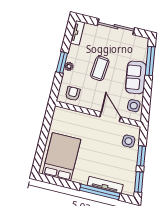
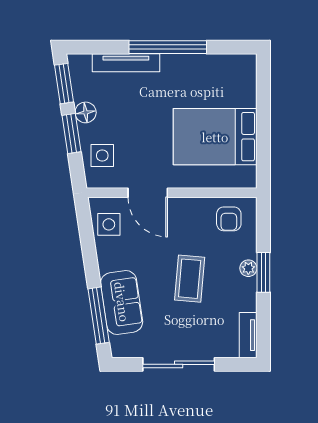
sofa: (136, 77) -> (122, 302), moved
bed: (62, 157) -> (215, 137), moved, turned 90
floor lamp: (132, 165) -> (86, 112), added
window: (100, 192) -> (168, 47), moved

